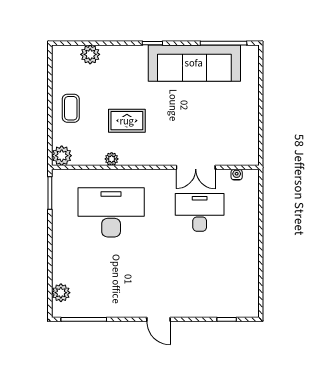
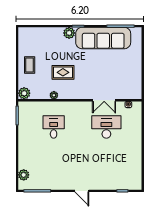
plant: (90, 54) -> (69, 33), moved
desk: (111, 212) -> (54, 127), width x0.53, depth x0.77

